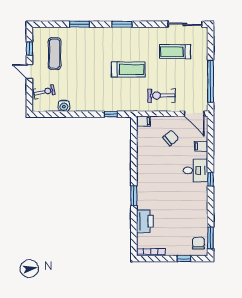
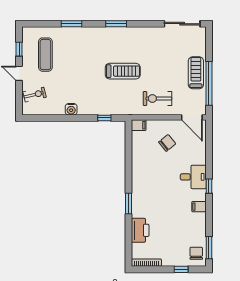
treadmill: (175, 52) -> (196, 73), moved, turned 90
water cooler: (64, 106) -> (71, 109), moved
filing cabinet: (201, 146) -> (199, 207), moved

